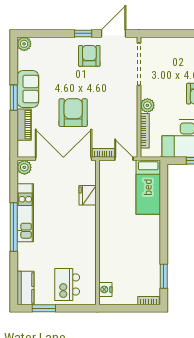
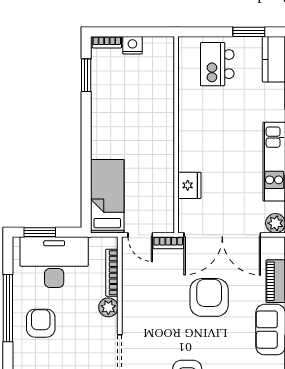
armchair: (73, 113) -> (209, 297), turned 180
kitchen island: (67, 284) -> (217, 64), turned 180
nightstand: (105, 289) -> (132, 45), moved, turned -90

